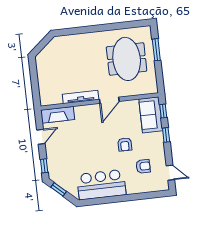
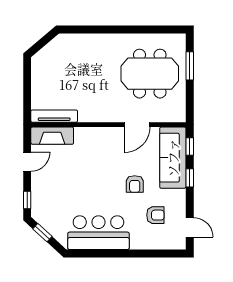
meeting table: (127, 59) -> (150, 74), turned 90
tv unit: (81, 97) -> (54, 116), moved
door: (109, 100) -> (137, 125), moved
sofa: (151, 115) -> (173, 158), width x1.36

